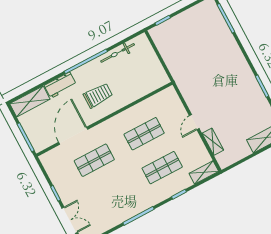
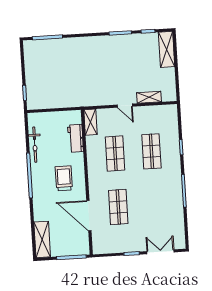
workbench: (60, 85) -> (76, 138), moved, turned 180
shelving: (204, 172) -> (90, 122), moved

